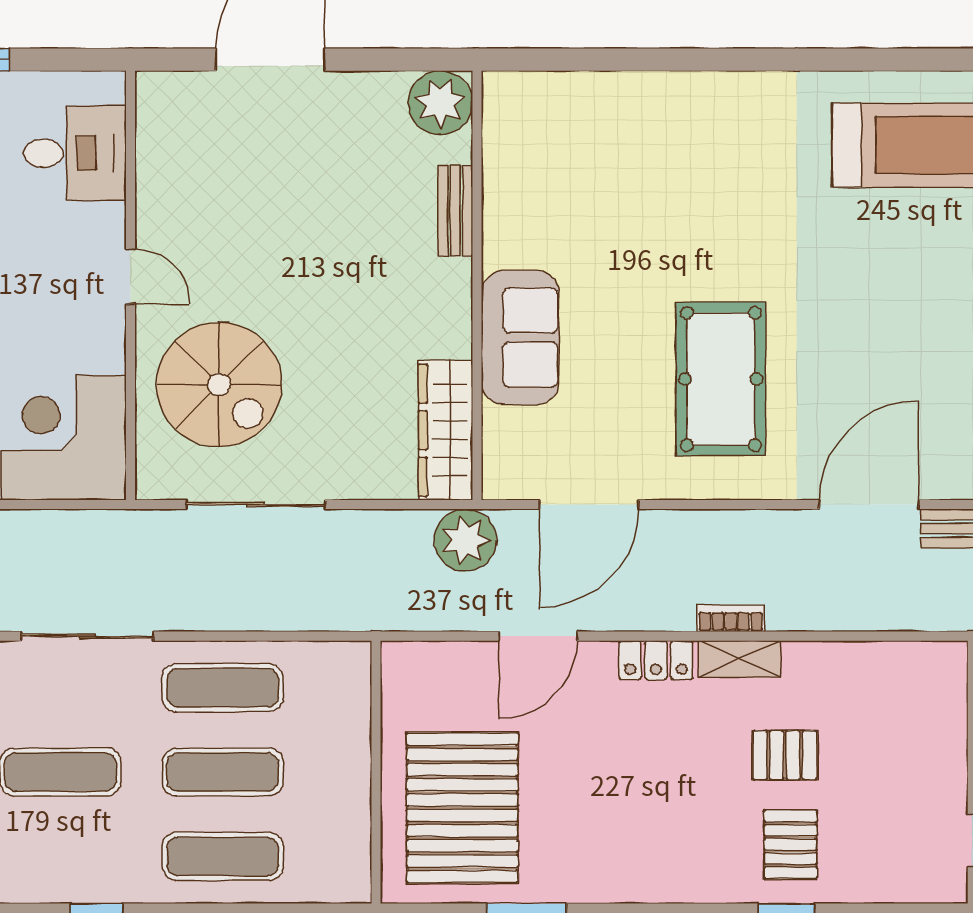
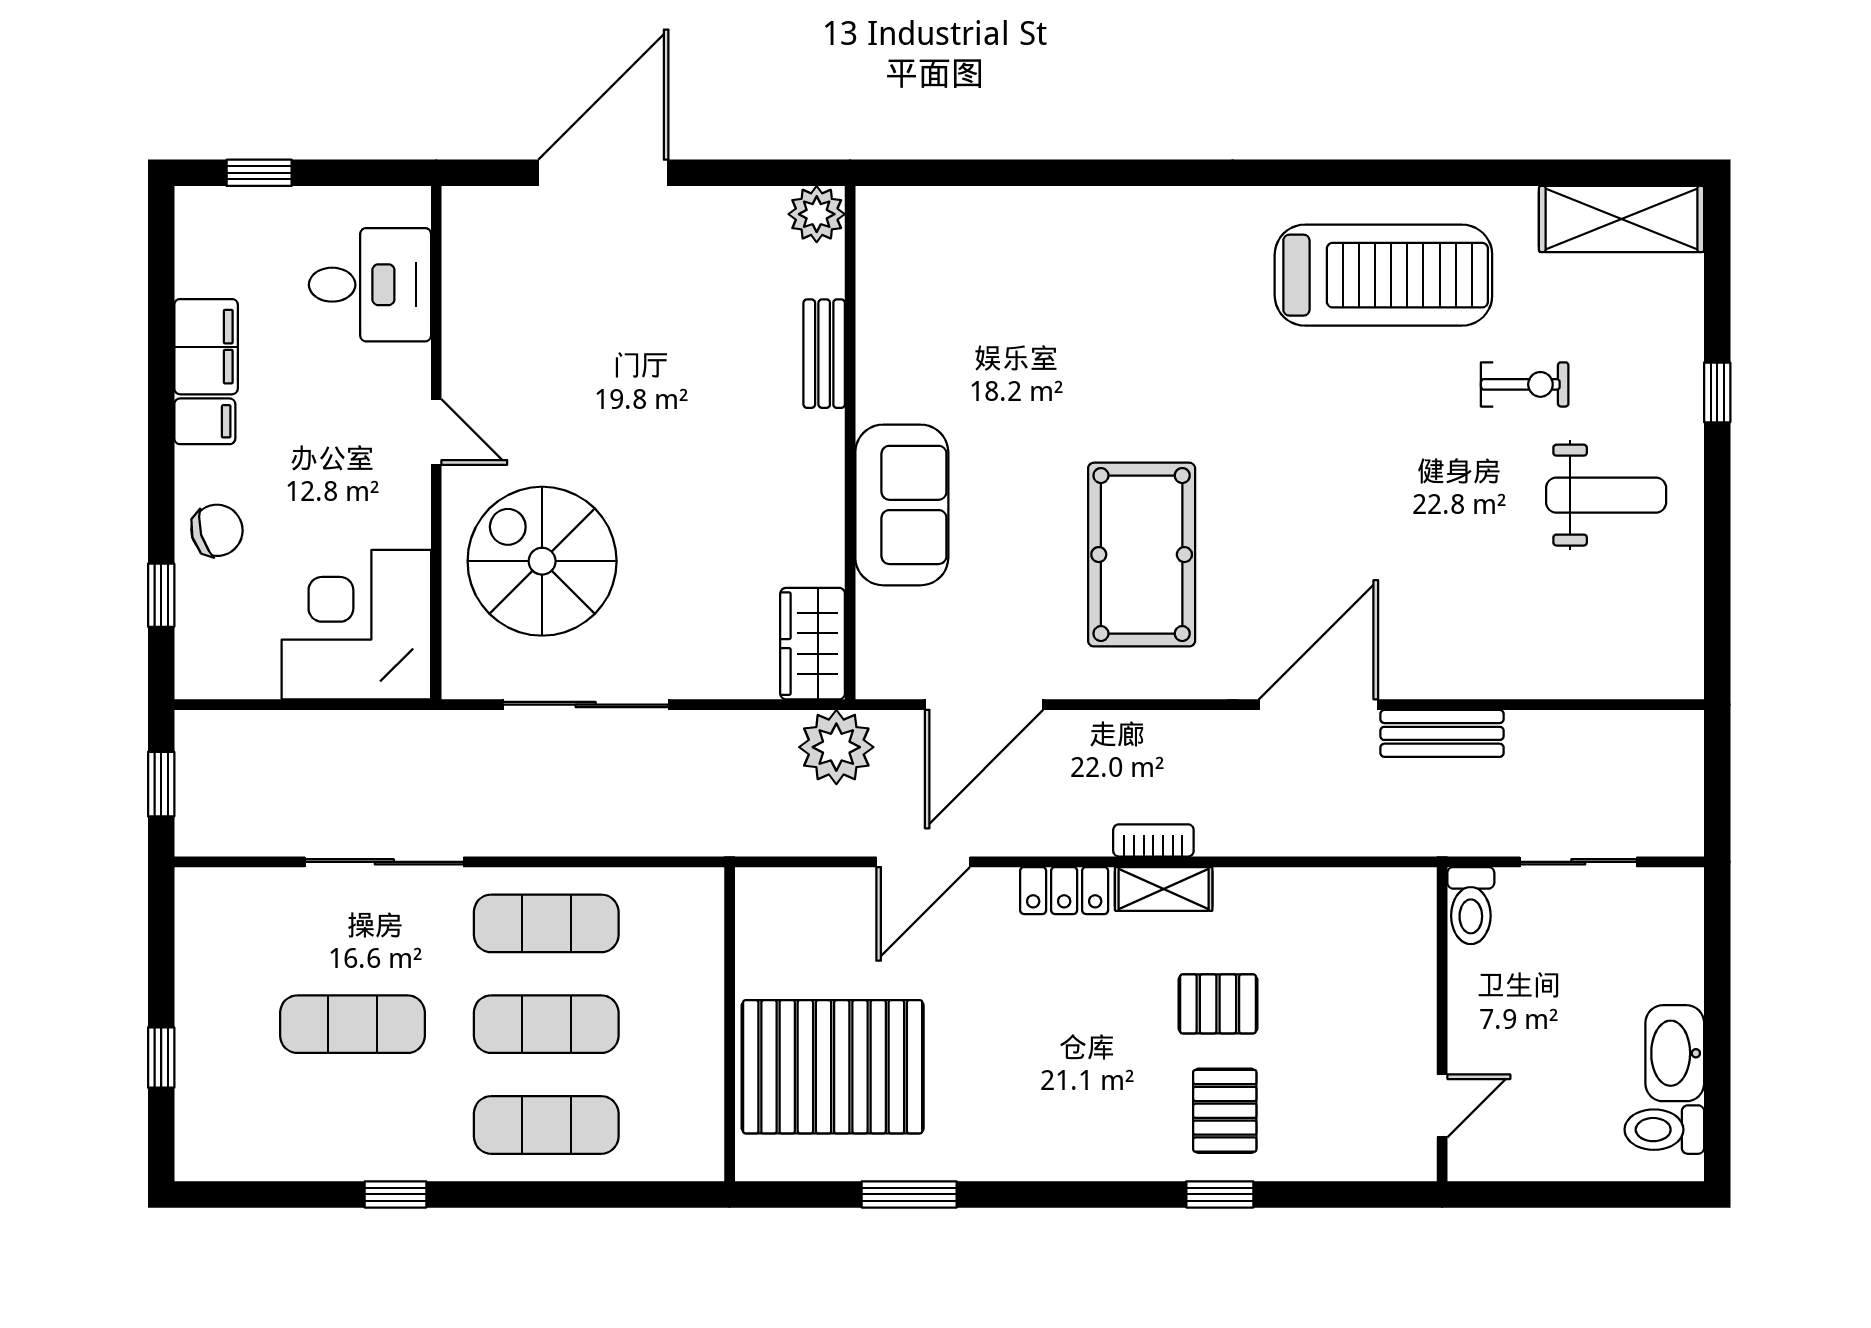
plant: (440, 103) -> (817, 214), width x0.73, depth x0.73
spiral stairs: (219, 385) -> (542, 561), turned 180
wardrobe: (445, 430) -> (813, 644), width x0.67
pallet: (462, 808) -> (833, 1067), turned 90

